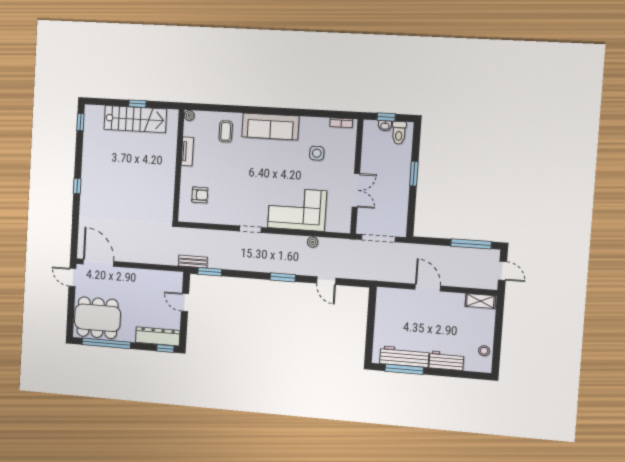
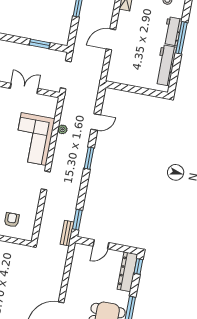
window: (414, 174) -> (40, 44), moved
window: (404, 369) -> (182, 38), moved

